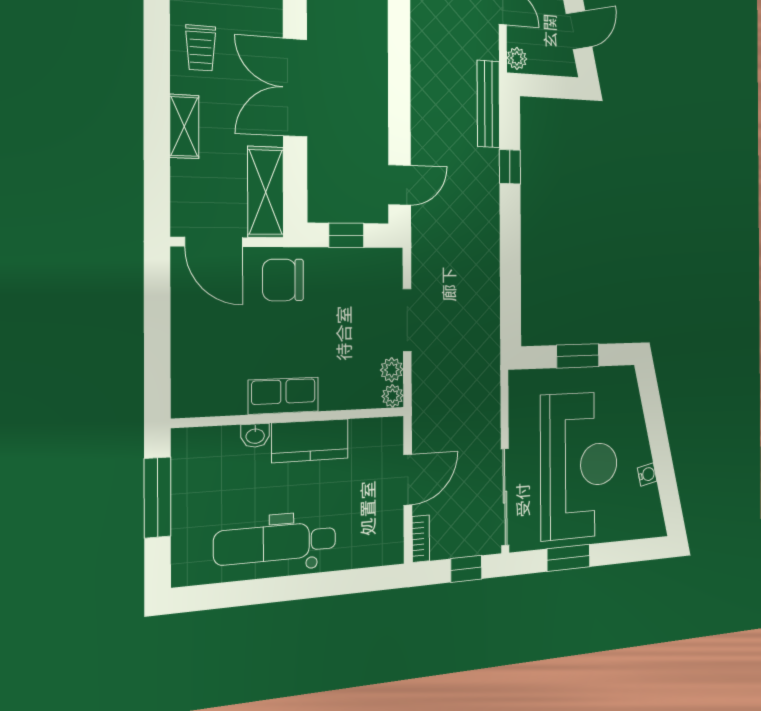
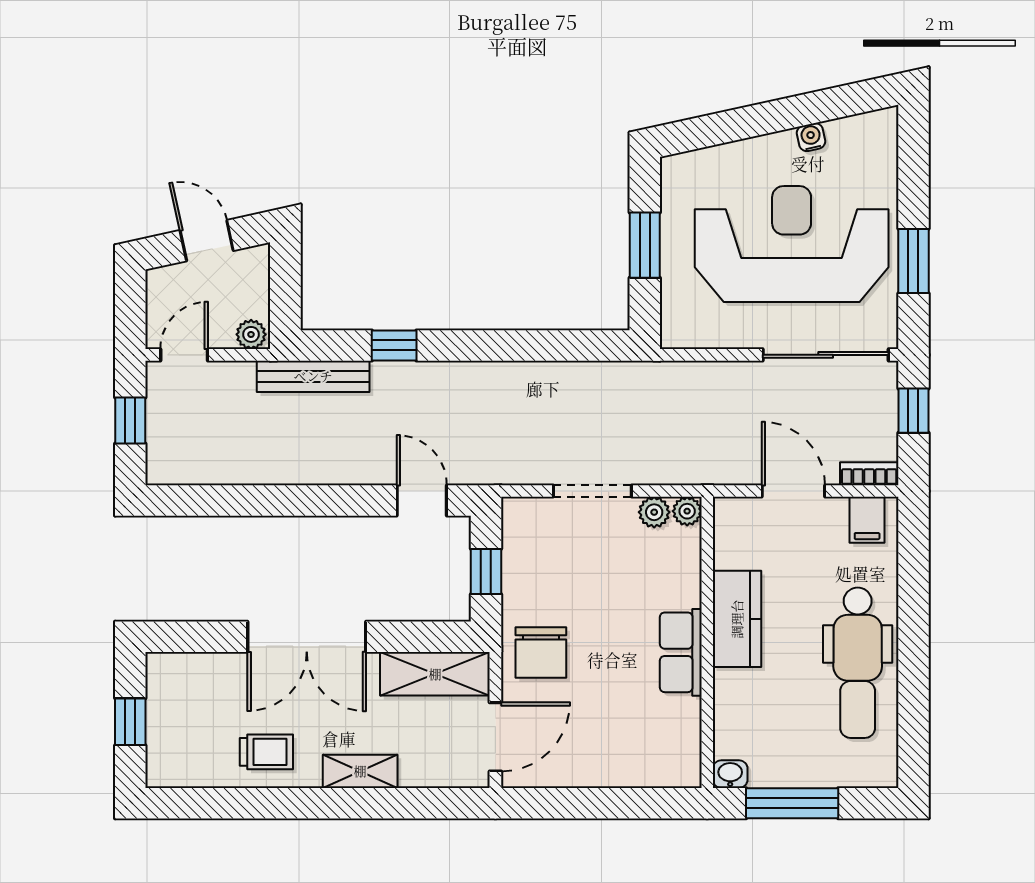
washbasin: (255, 435) -> (730, 774), moved, turned -90
filing cabinet: (387, 540) -> (867, 520), added

